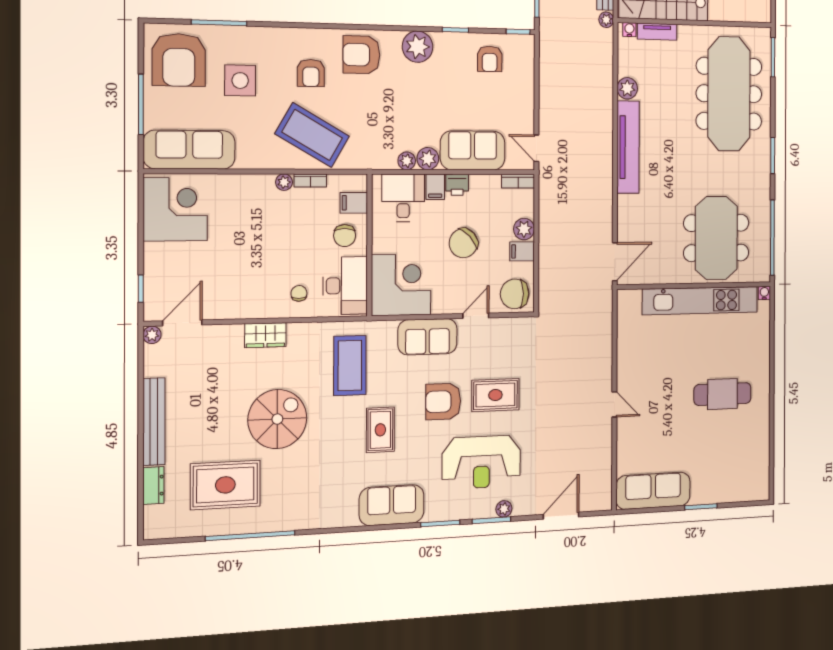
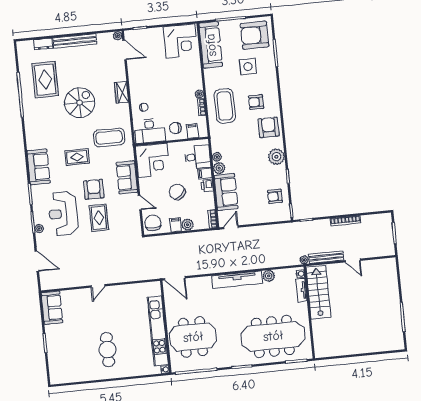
coffee table: (312, 135) -> (225, 106), turned -30
spiral stairs: (277, 419) -> (80, 103), turned -90
sofa: (653, 491) -> (52, 308), width x0.73

